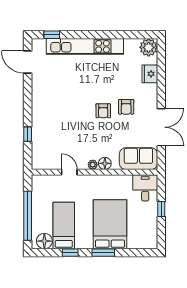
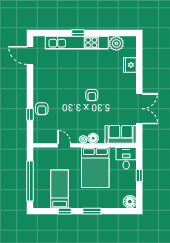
window: (52, 35) -> (78, 33), moved
plant: (149, 47) -> (116, 43), moved
armchair: (126, 107) -> (42, 109), moved
bed: (110, 224) -> (95, 167), moved, turned 180
floor lamp: (44, 241) -> (130, 202), moved

